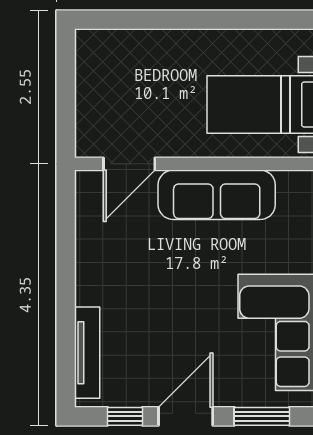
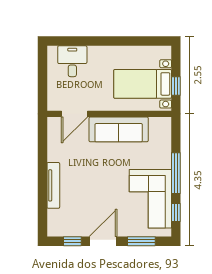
desk: (125, 60) -> (72, 61), added
tv unit: (87, 353) -> (53, 185), moved

